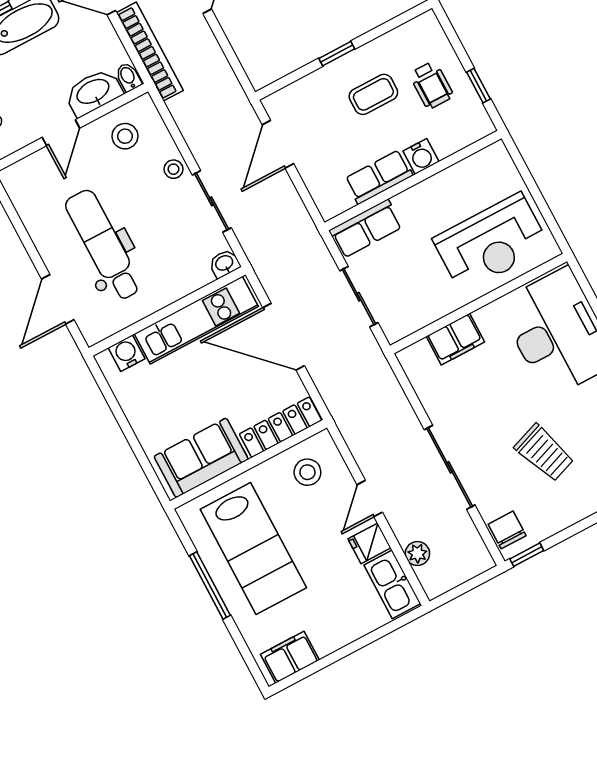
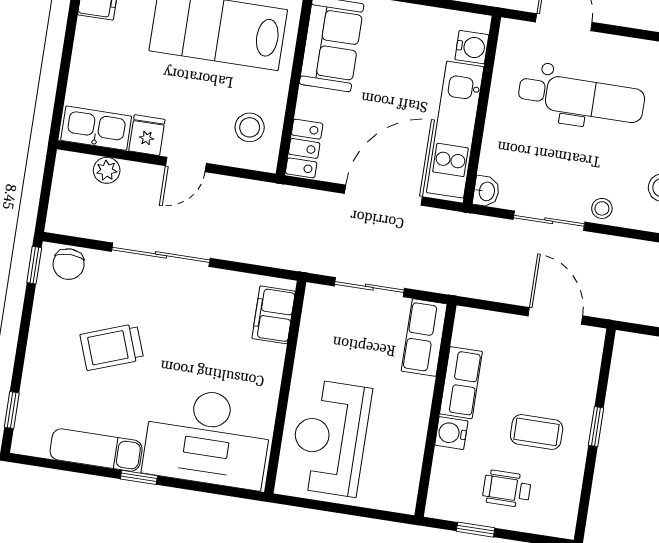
coffee table: (373, 94) -> (537, 432), turned 90
filing cabinet: (455, 339) -> (274, 315), moved
locker: (280, 427) -> (304, 148), width x0.66
door: (370, 499) -> (186, 165), swing flipped
chair: (507, 530) -> (69, 264), turned 90

